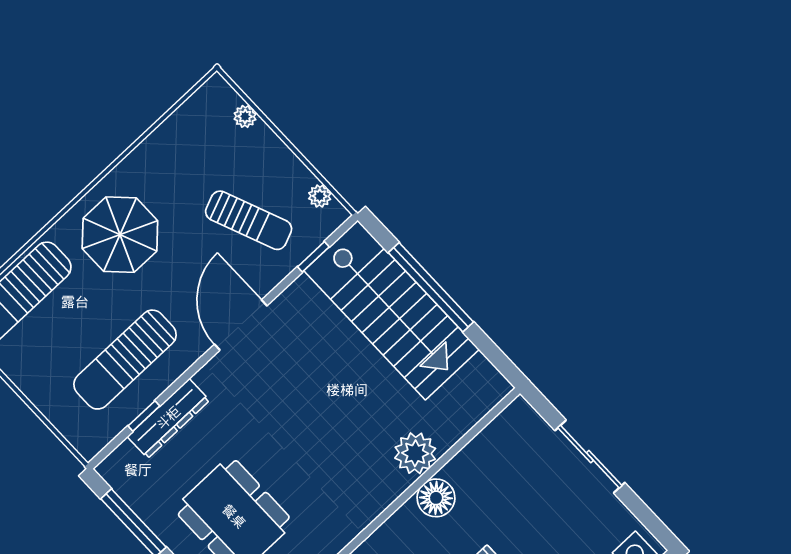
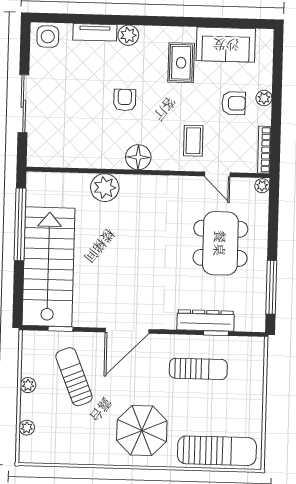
plant: (320, 196) -> (28, 385), moved
window: (431, 287) -> (20, 224), moved
sun lounger: (125, 360) -> (198, 369), width x0.73, depth x0.75
floor lamp: (436, 498) -> (138, 157), moved

